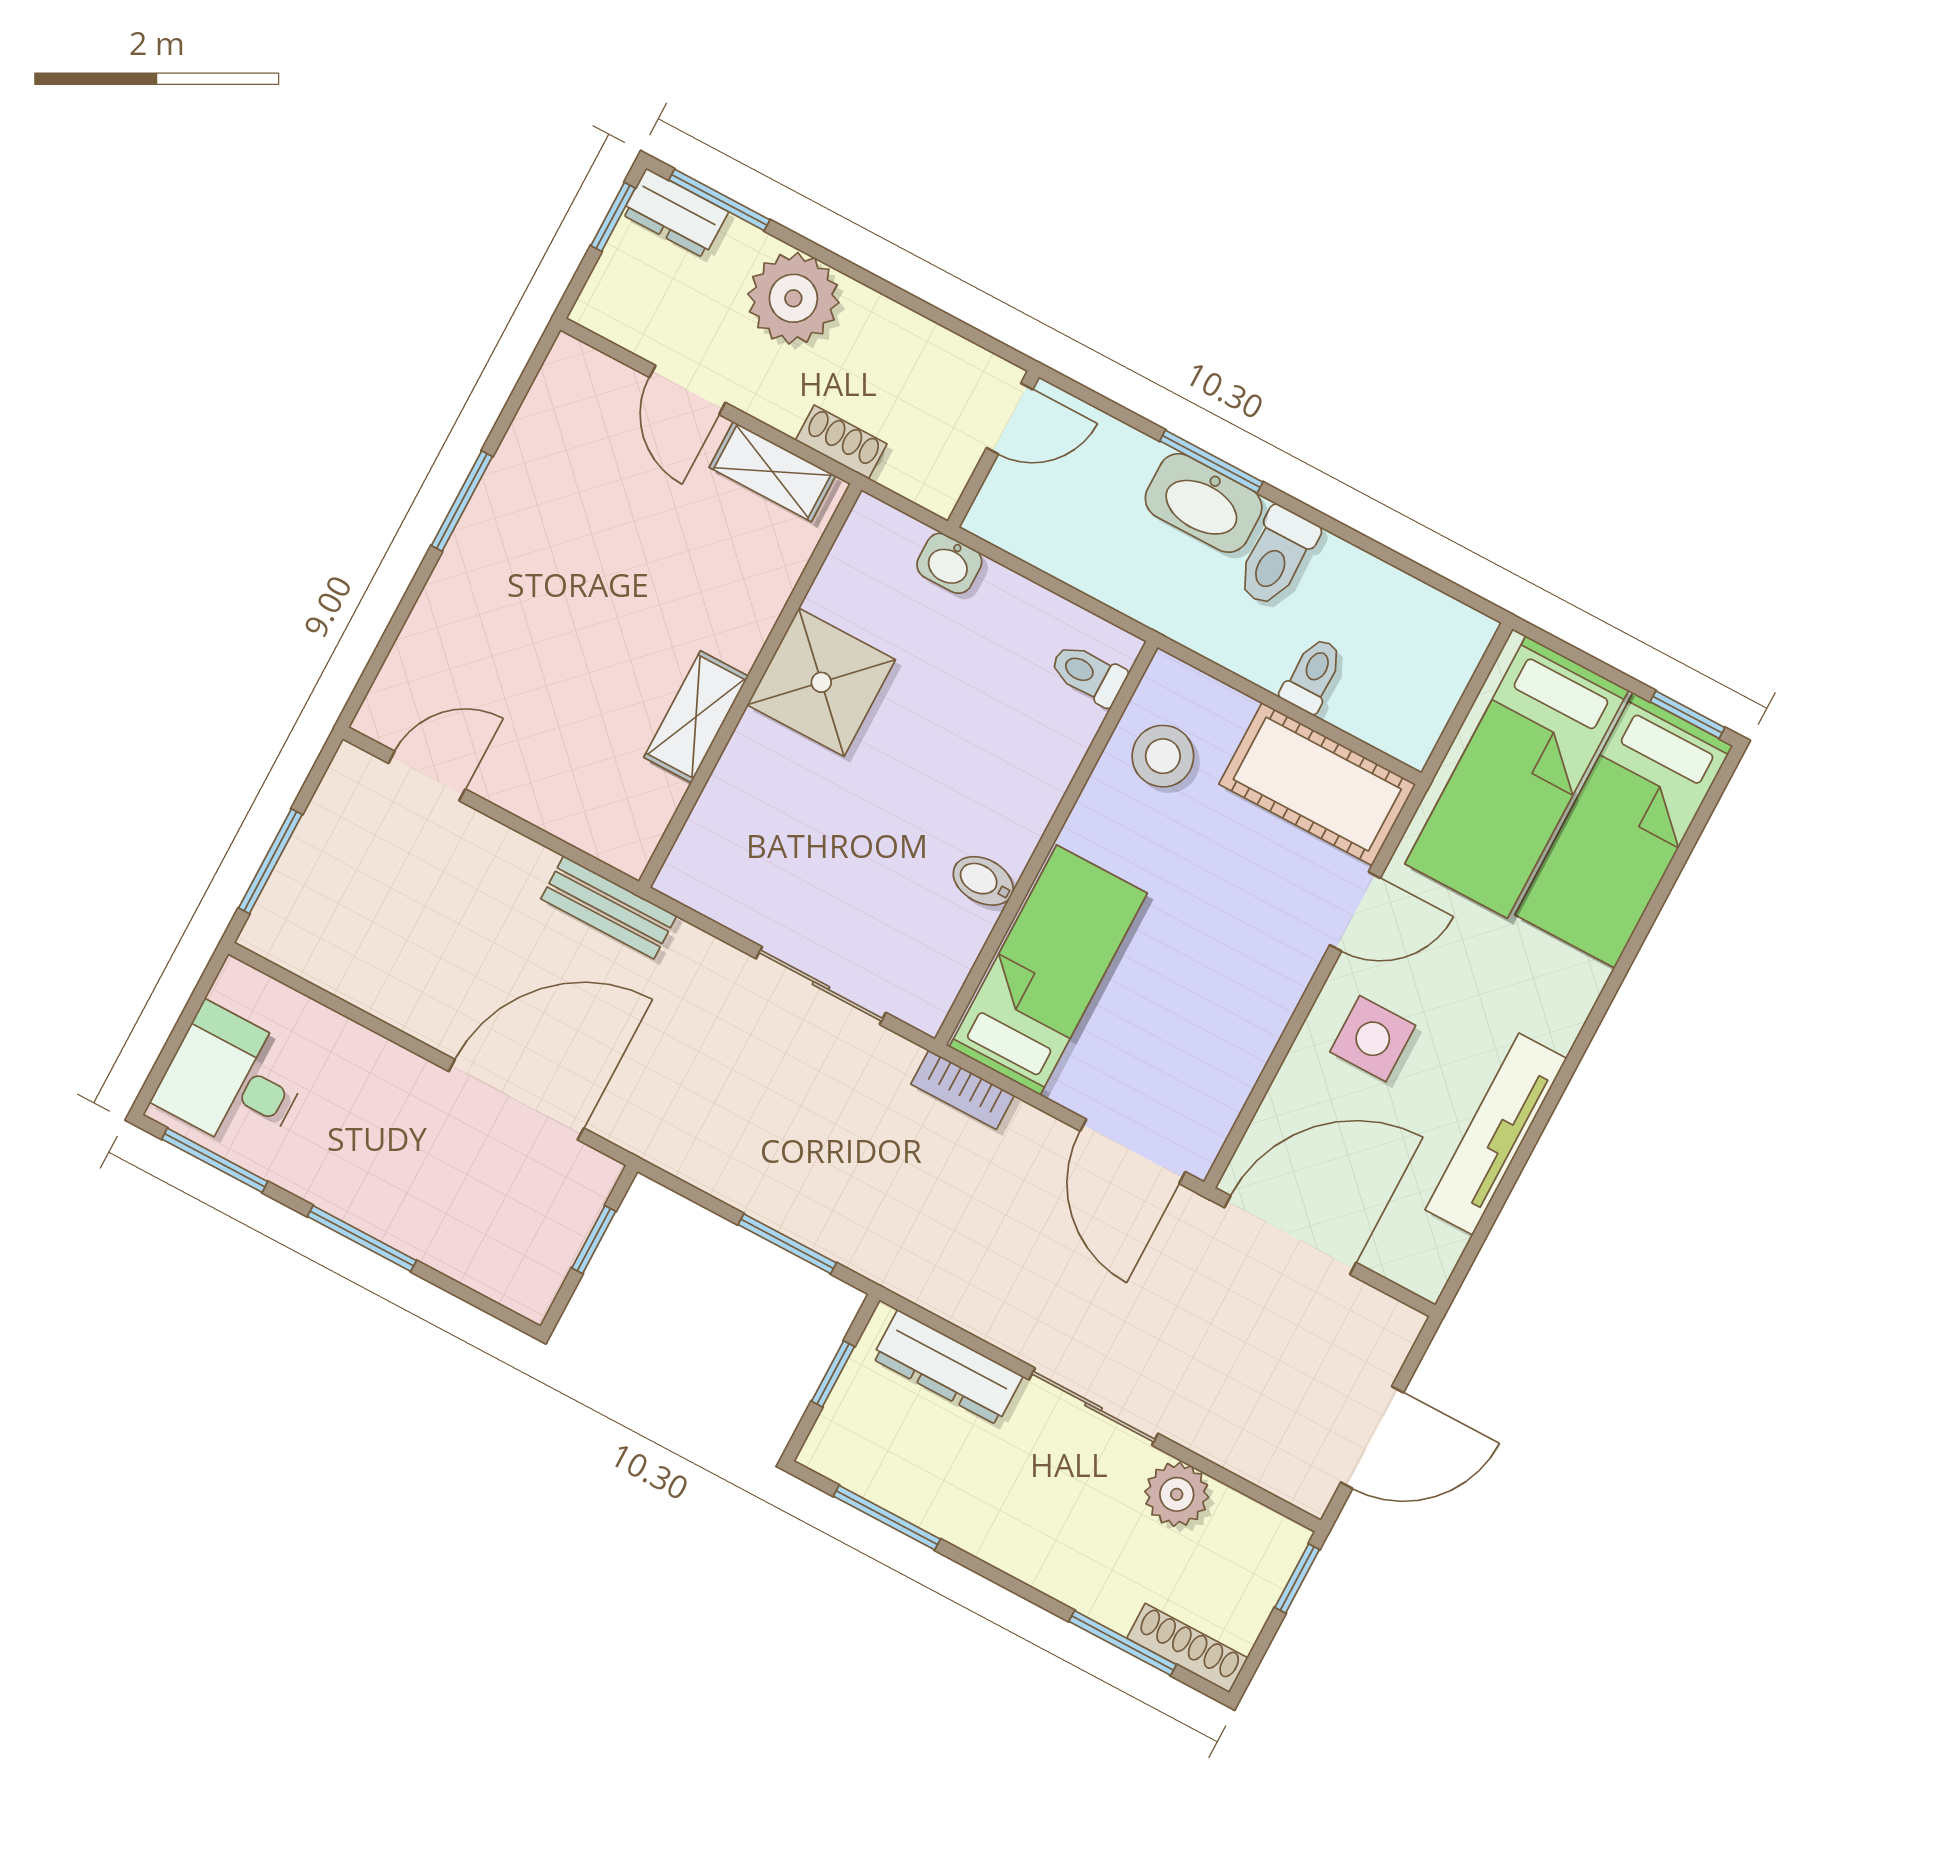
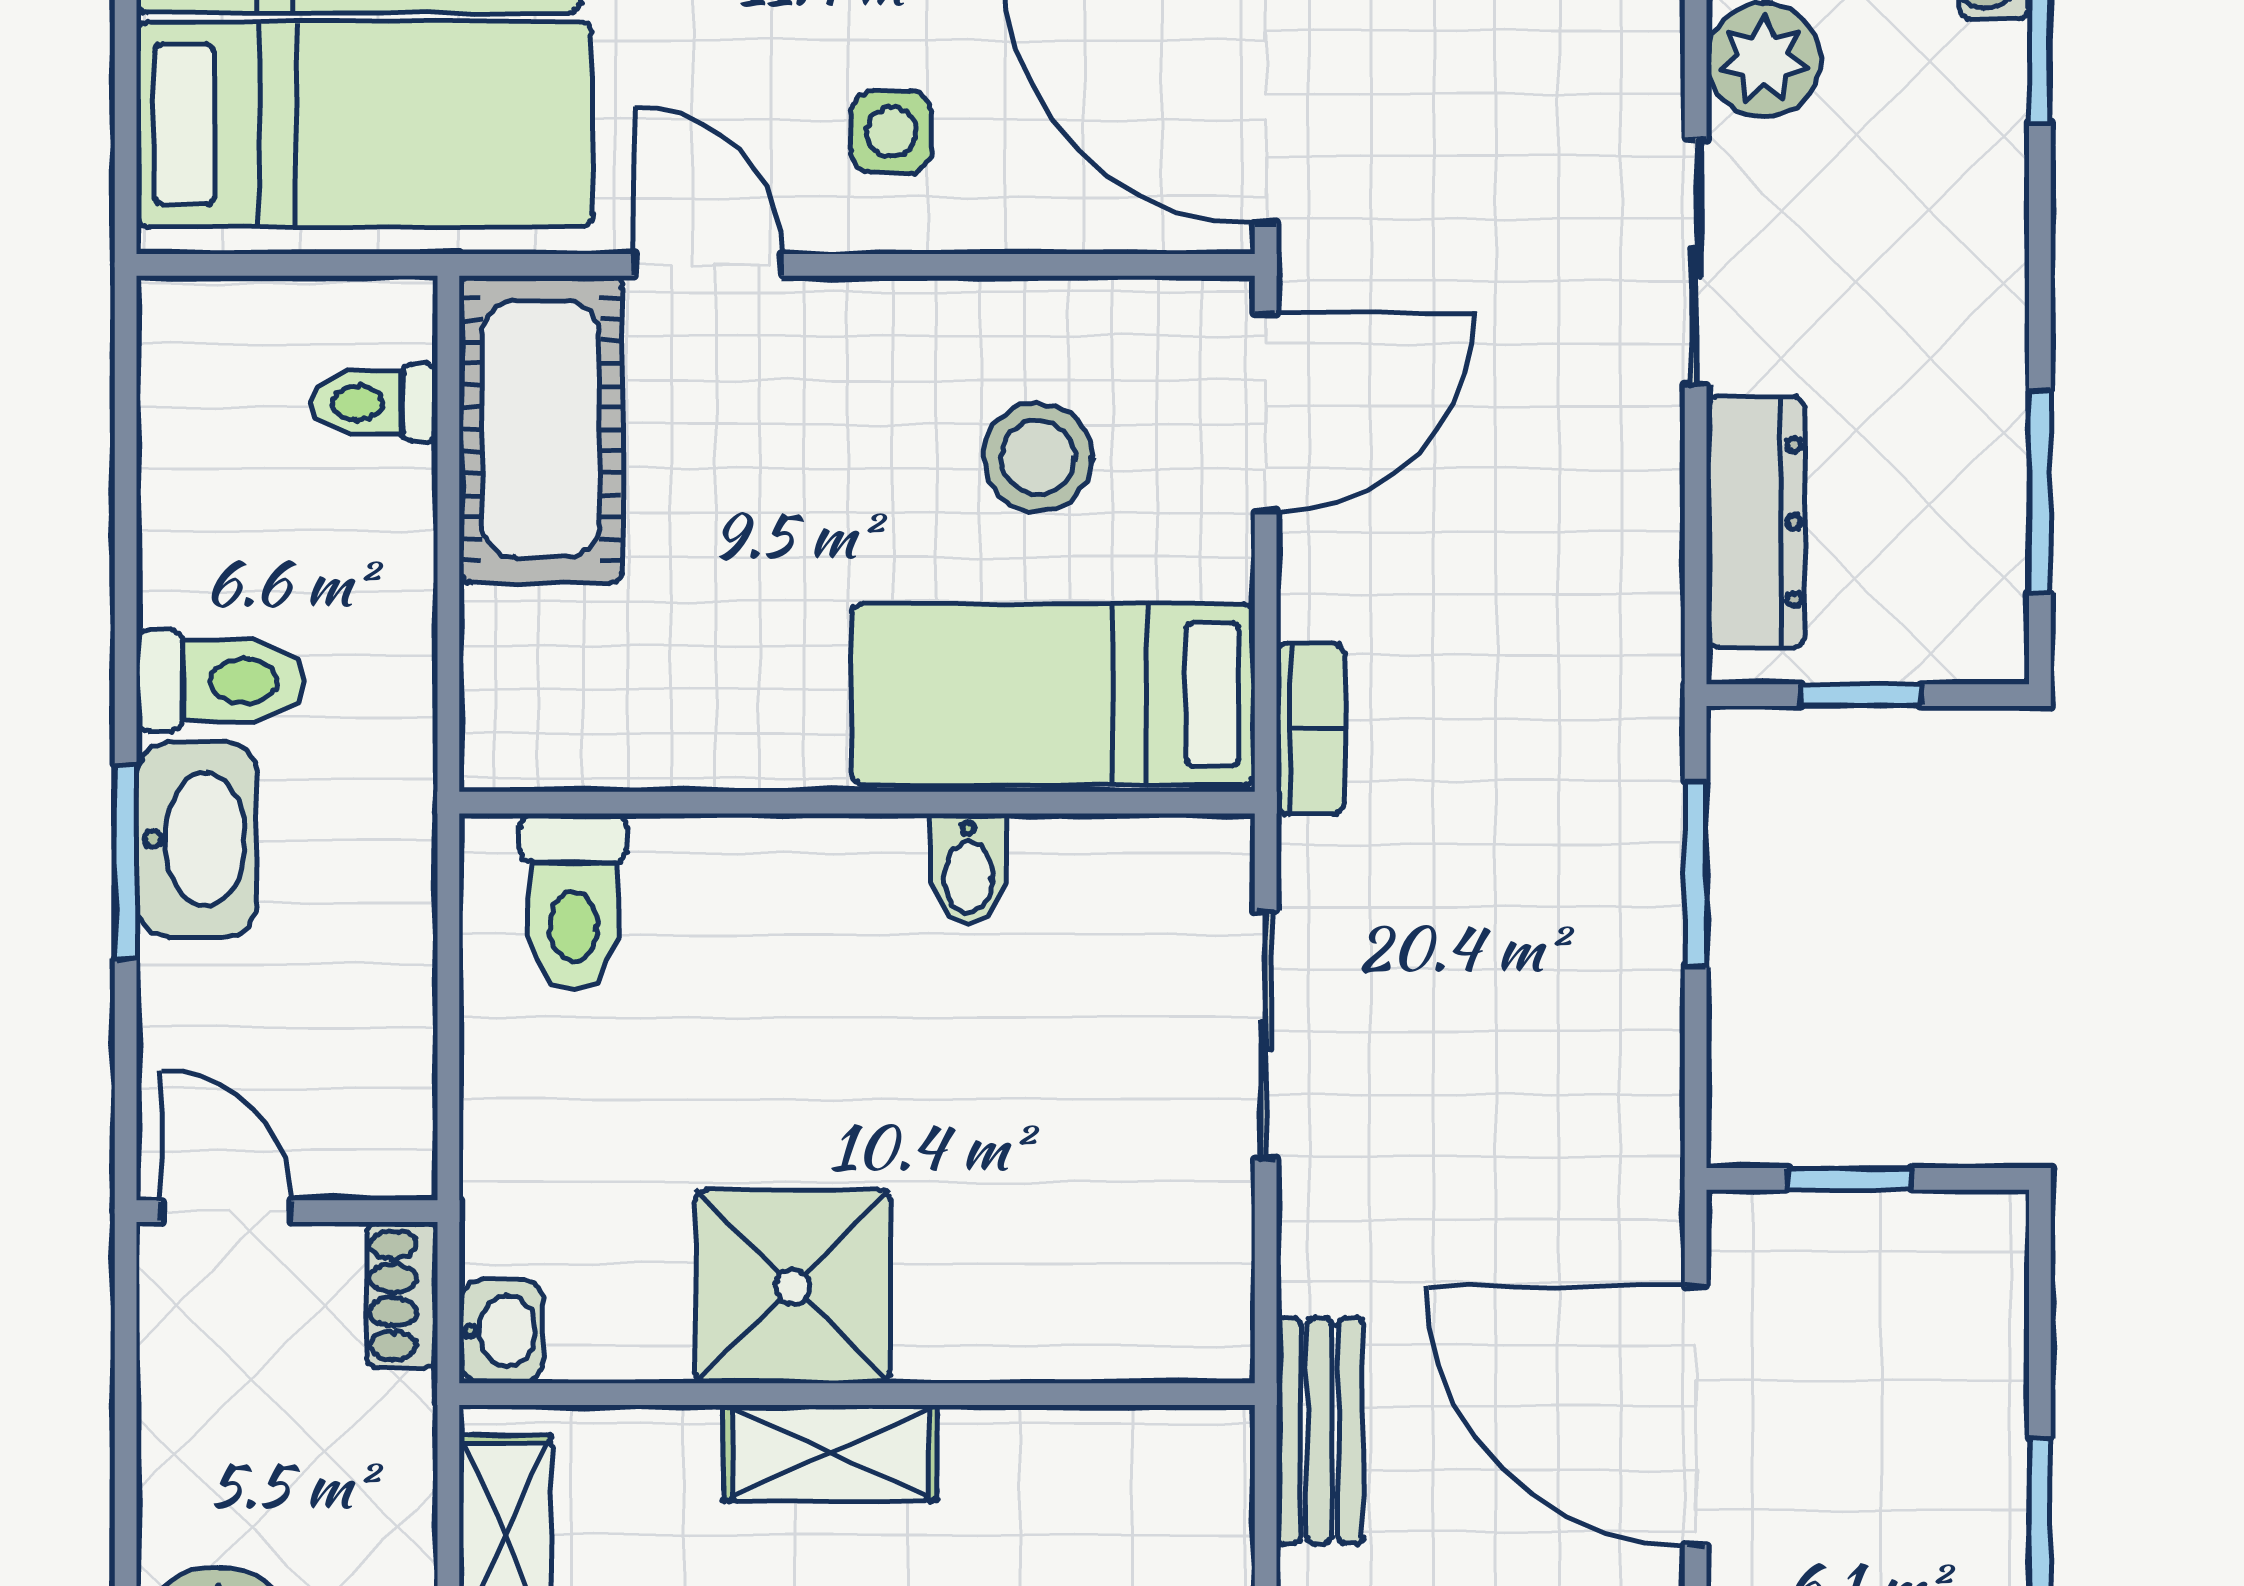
shoe rack: (841, 442) -> (402, 1295), moved
washbasin: (949, 563) -> (501, 1331), moved
toilet: (1088, 674) -> (573, 902), width x1.37, depth x1.39
toilet: (1313, 675) -> (375, 403), moved
shelving: (696, 717) -> (830, 1453), moved
stool: (1163, 756) -> (1038, 457), moved
side table: (1373, 1039) -> (891, 132), width x0.73, depth x0.73

